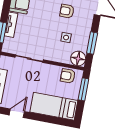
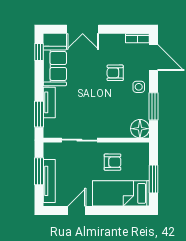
side table: (66, 38) -> (139, 87), moved
armchair: (68, 76) -> (113, 162), moved, turned 180
window: (83, 89) -> (154, 179), moved

